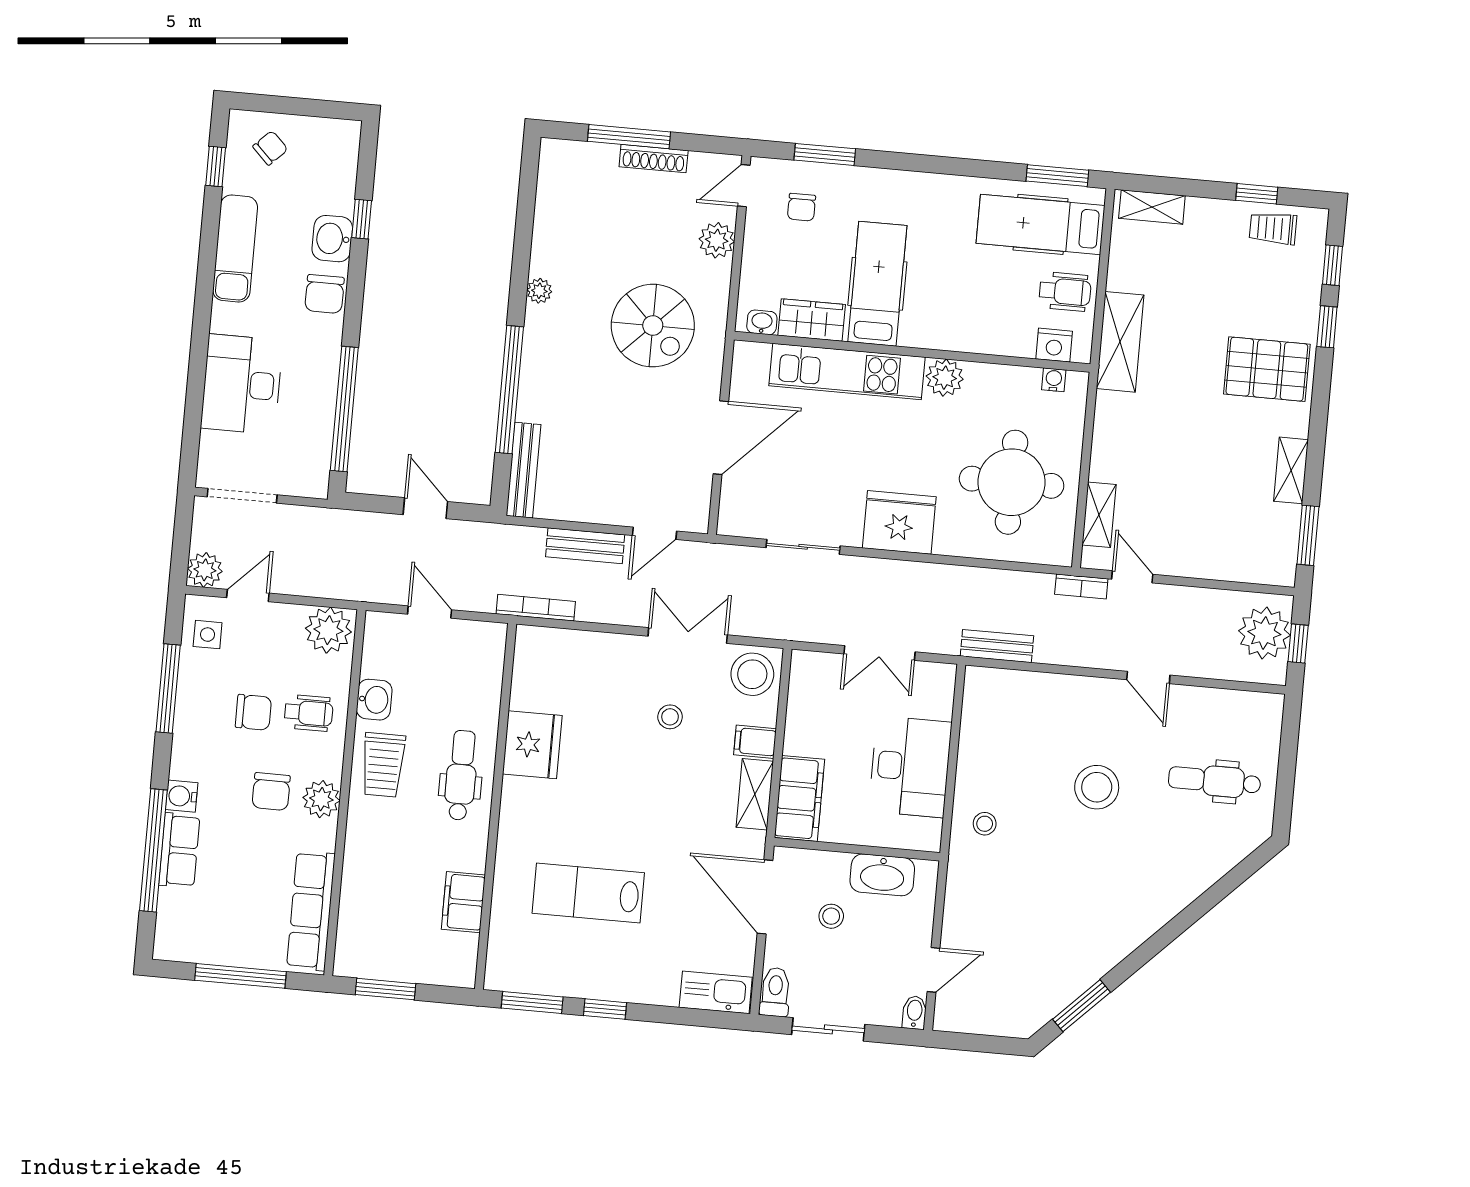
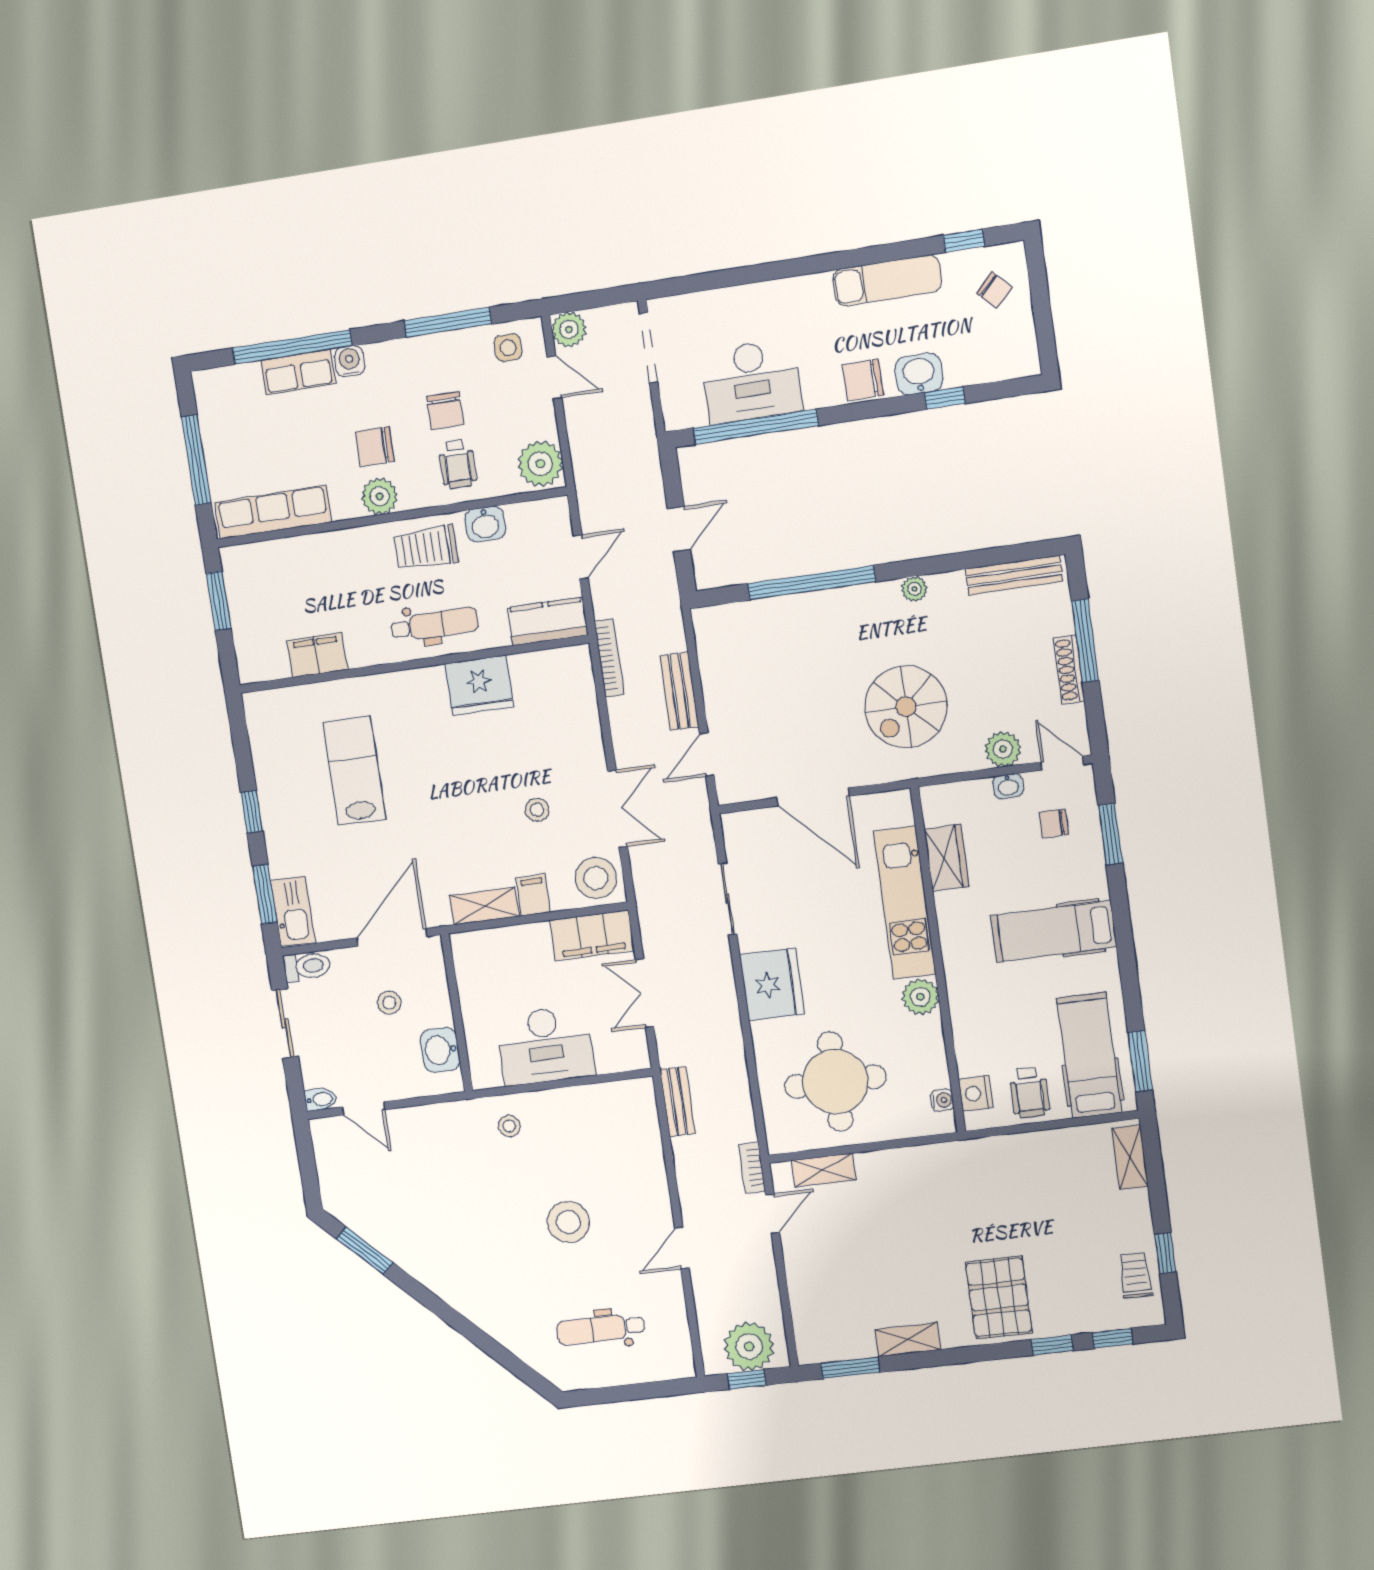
hospital bed: (877, 284) -> (1054, 931), moved, turned 180
washbasin: (762, 322) -> (1008, 786), moved, turned 90
shelving: (1120, 342) -> (993, 1155), removed
desk: (242, 384) -> (751, 381), moved, turned 180
bench: (524, 470) -> (1014, 575), moved
door: (654, 533) -> (707, 755), hinge flipped
kitchen counter: (485, 660) -> (548, 621), added
dental chair: (1215, 781) -> (601, 1329), turned -90
filing cabinet: (799, 798) -> (592, 935), moved
washbasin: (882, 875) -> (440, 1050), width x0.72
window: (532, 1002) -> (265, 894), moved

